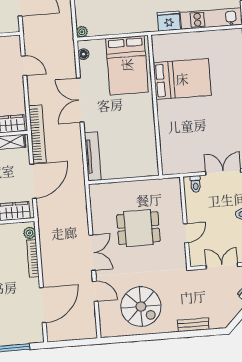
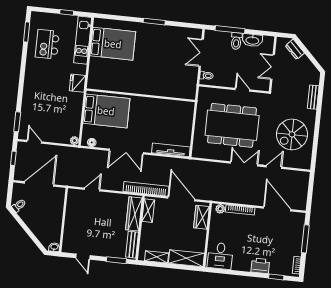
fridge: (169, 21) -> (77, 83), moved
bed: (182, 79) -> (113, 44), moved, turned 90
dining table: (138, 228) -> (232, 125), width x1.88, depth x1.24
spiral stairs: (141, 307) -> (292, 134), turned 180

